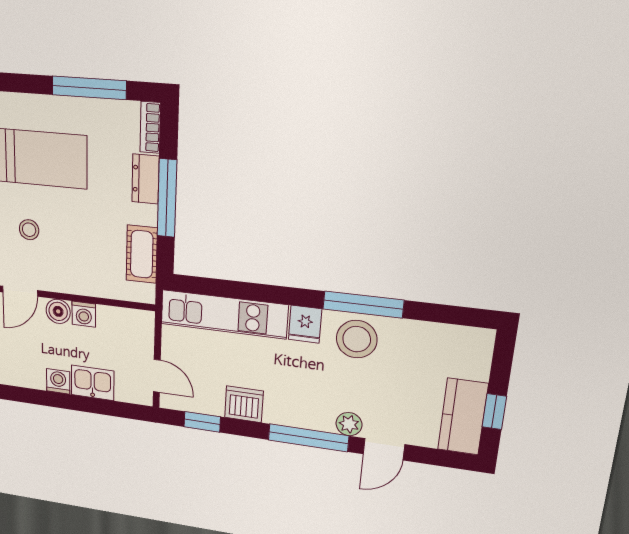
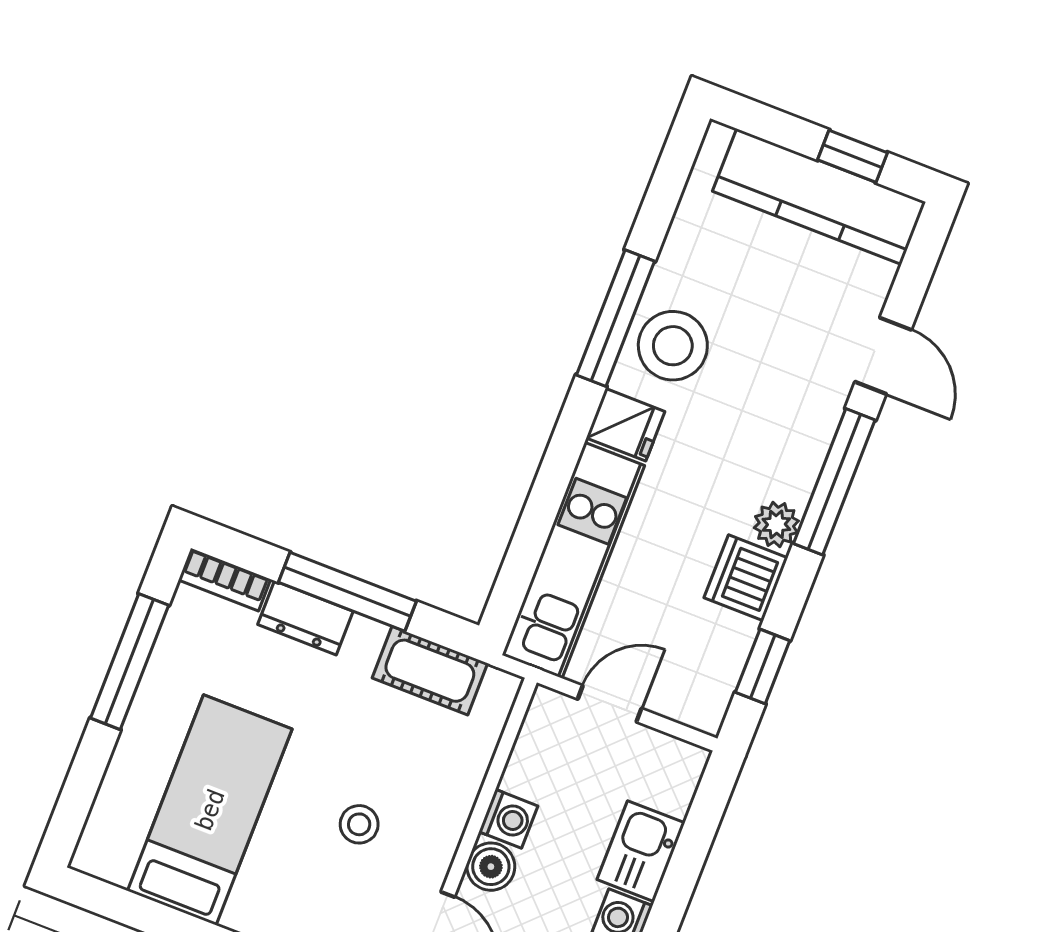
stool: (29, 230) -> (359, 824), moved
door: (157, 376) -> (610, 704), moved
kitchen counter: (463, 417) -> (819, 197), width x1.50
plant: (349, 424) -> (776, 524), moved

